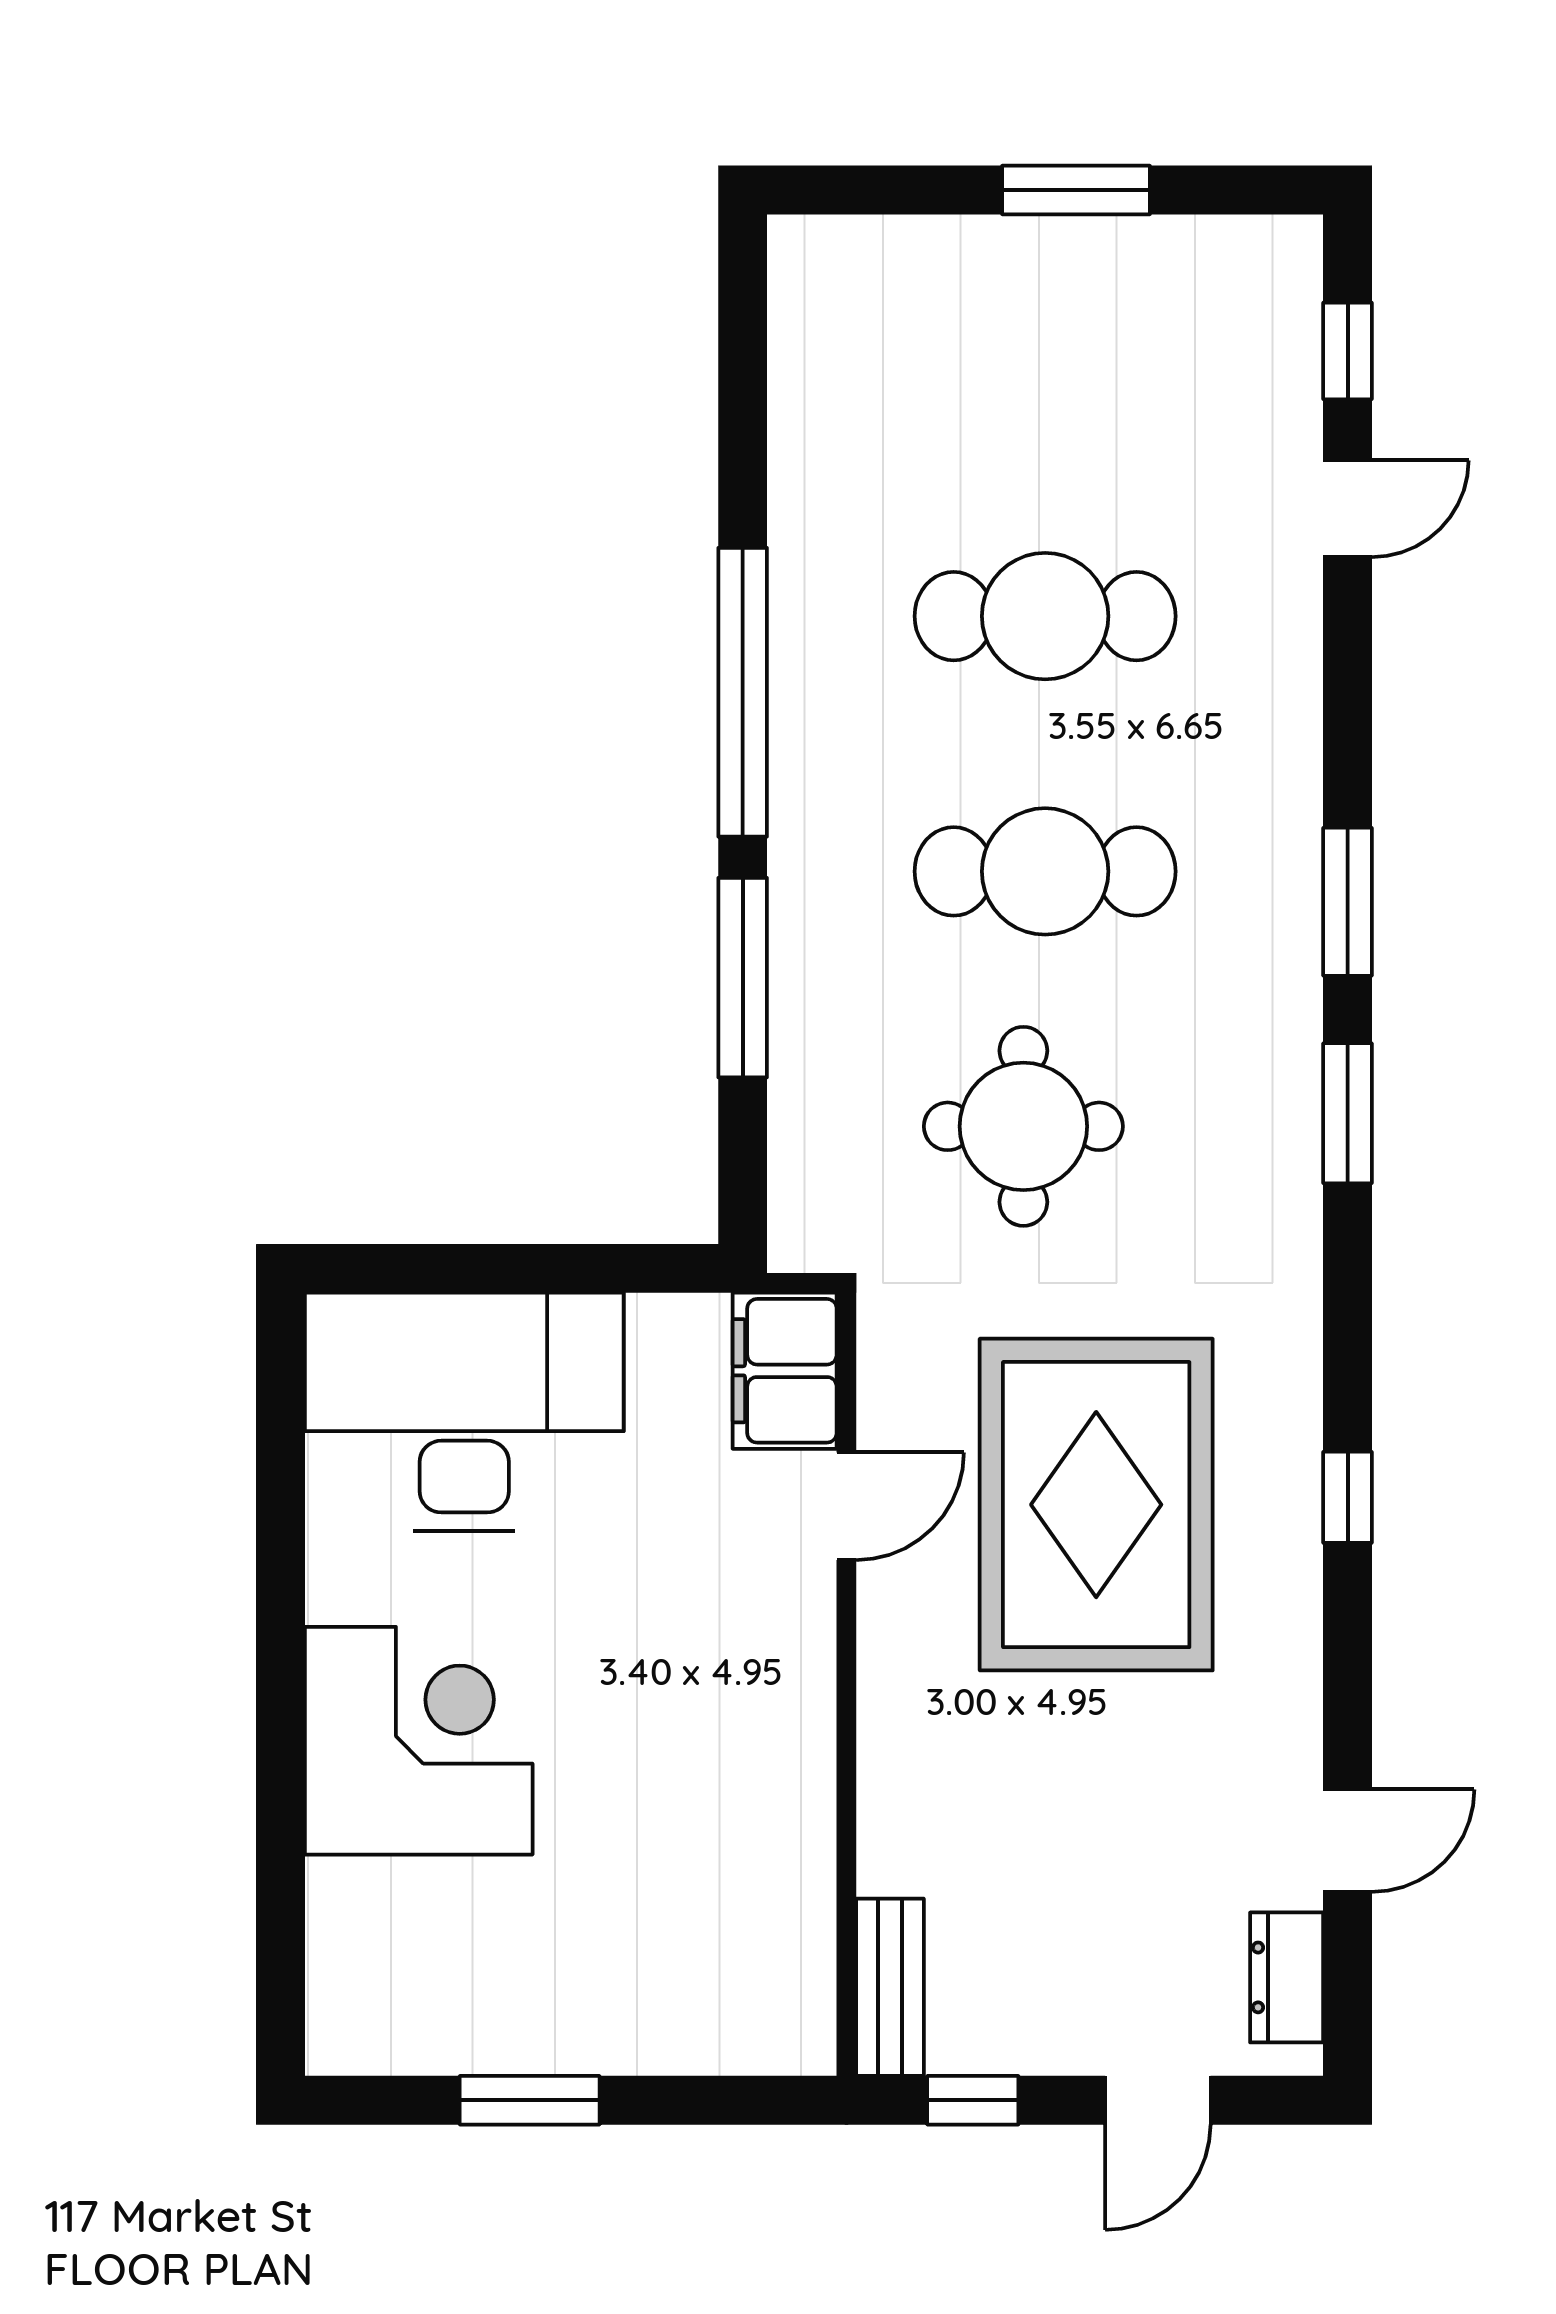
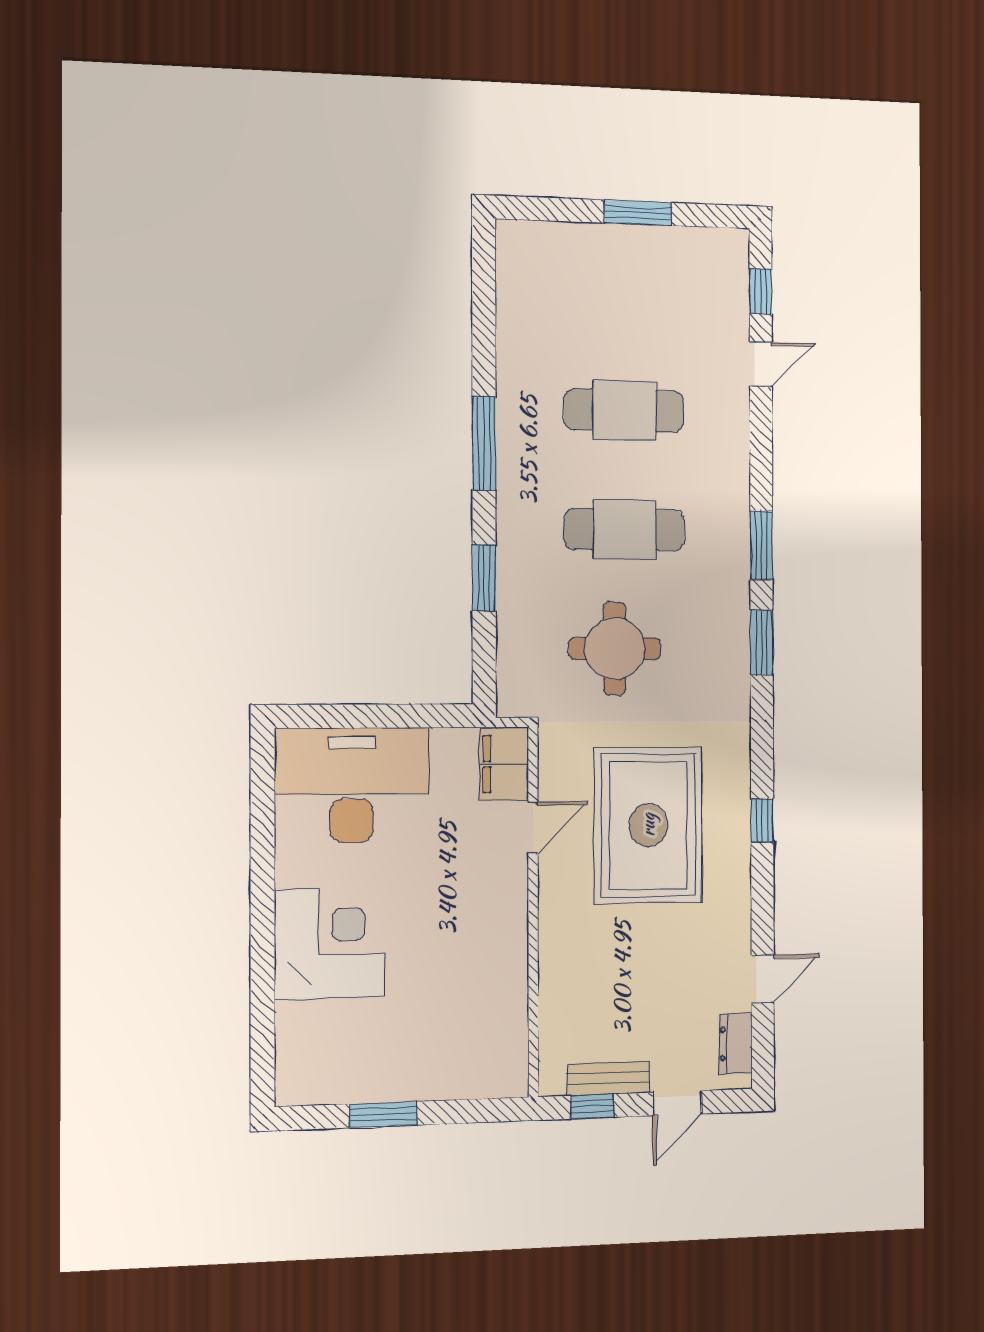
window: (743, 692) -> (484, 443), width x0.68
window: (743, 978) -> (484, 578), width x0.69
bench: (890, 1987) -> (608, 1078), moved, turned 90

